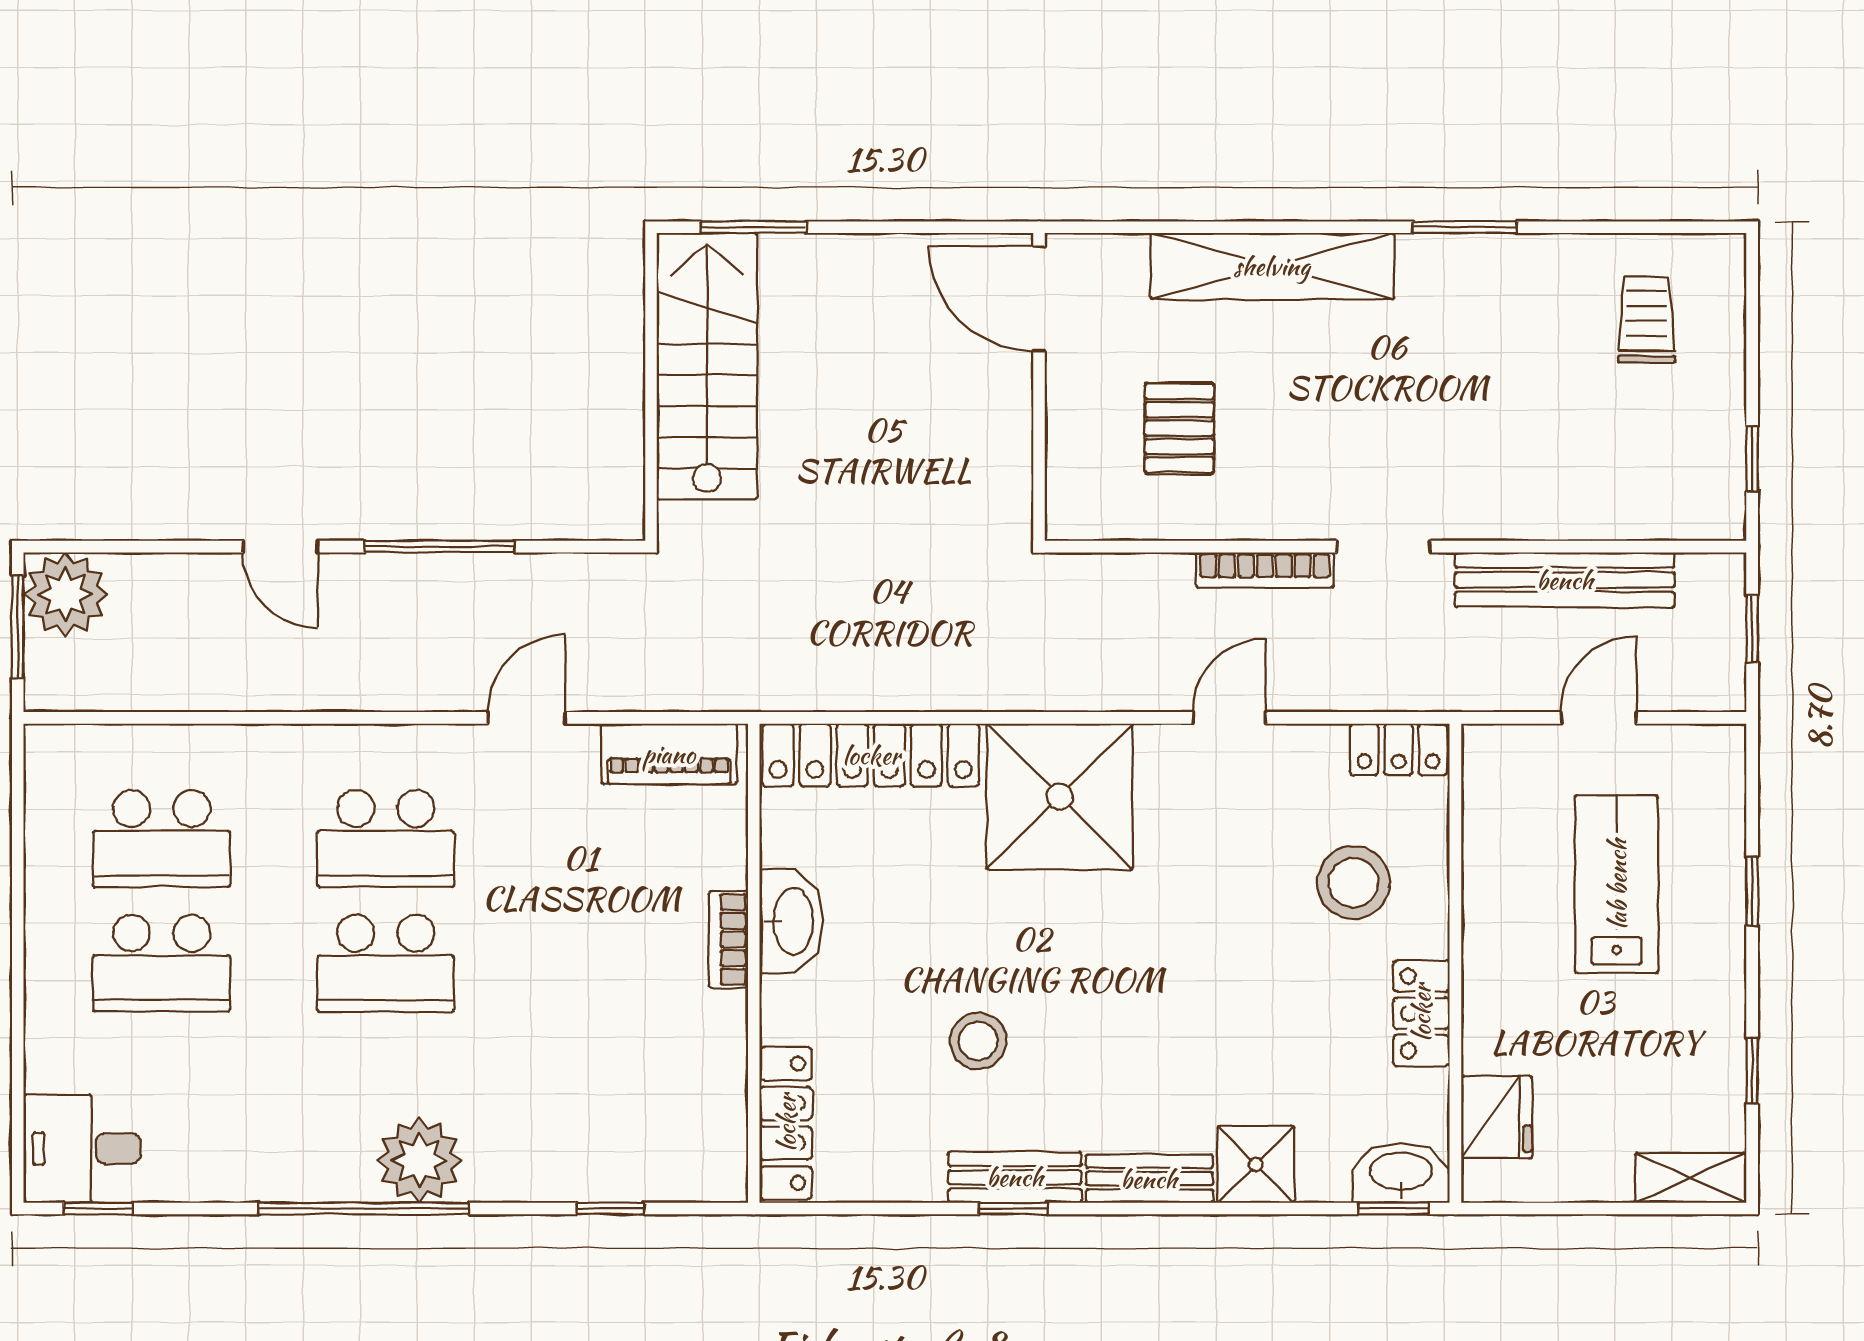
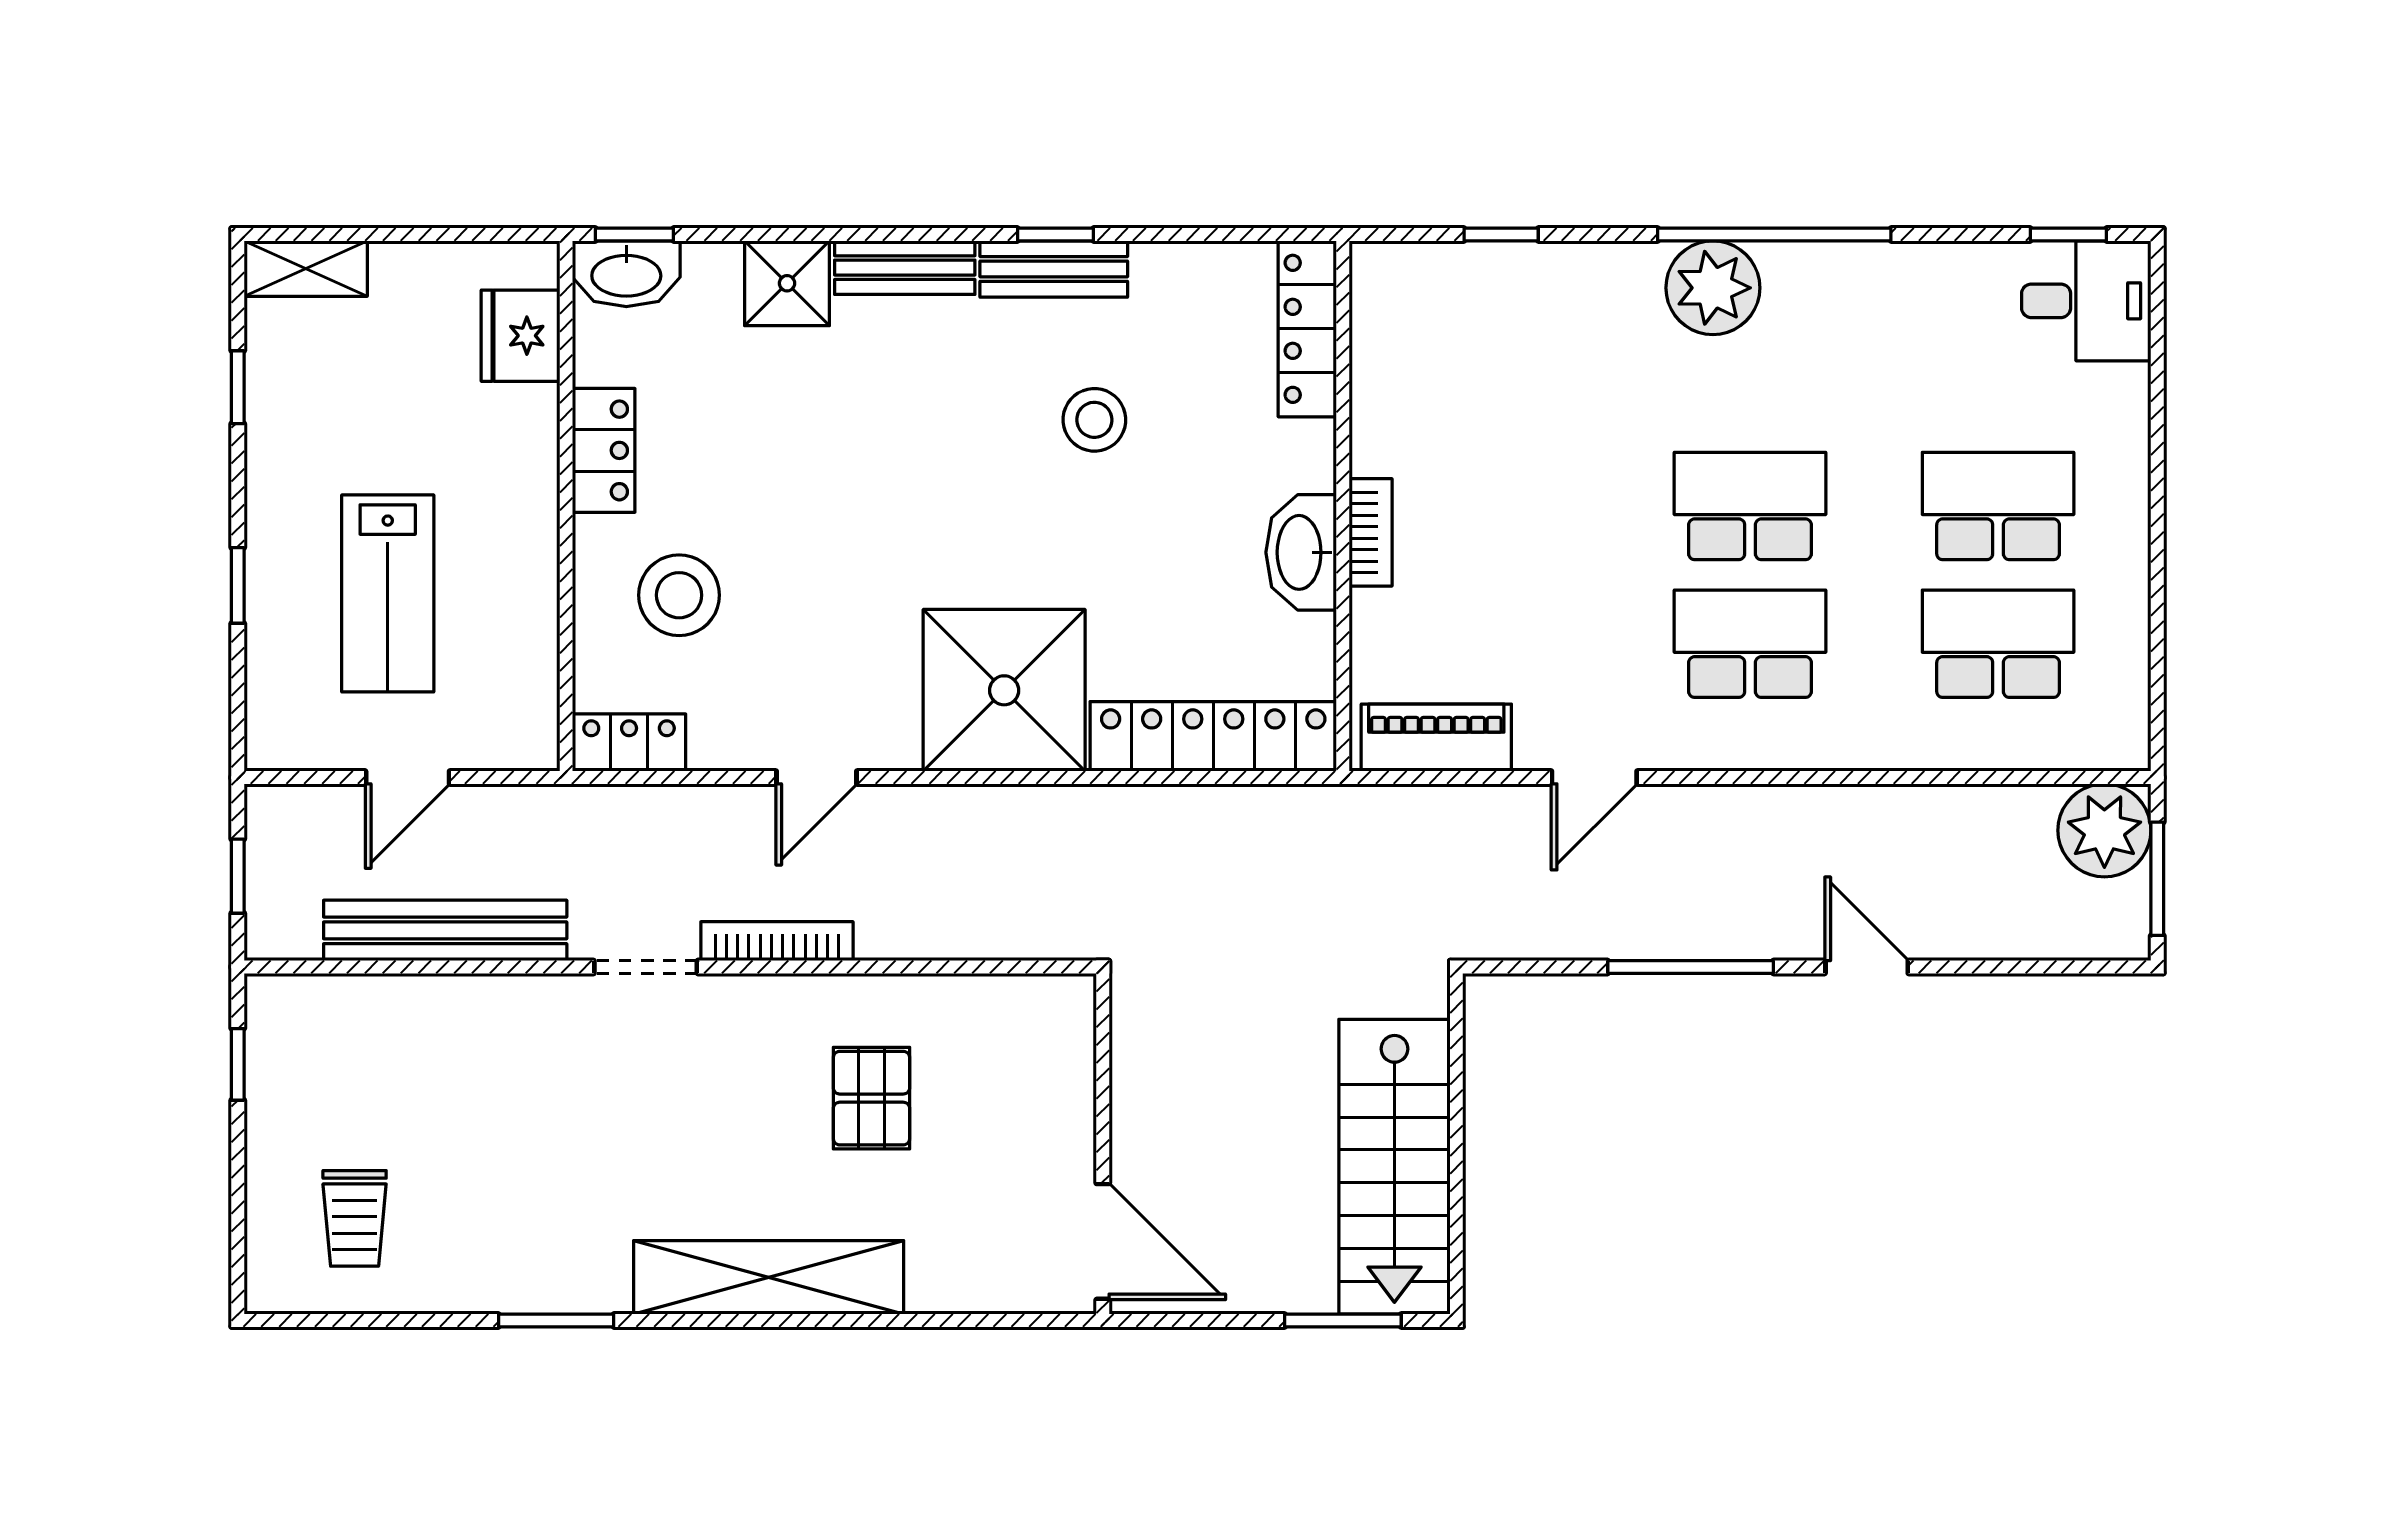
door: (1039, 299) -> (1103, 1241), moved
wall: (1039, 387) -> (1103, 1144), moved
plant: (66, 594) -> (2104, 830), moved

